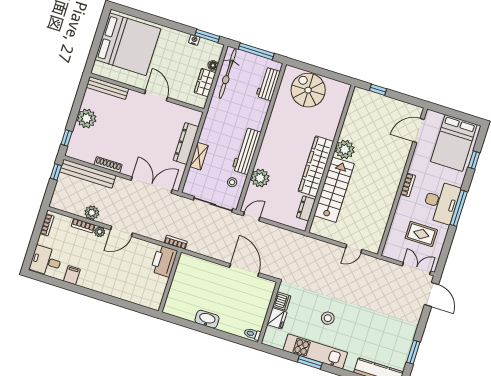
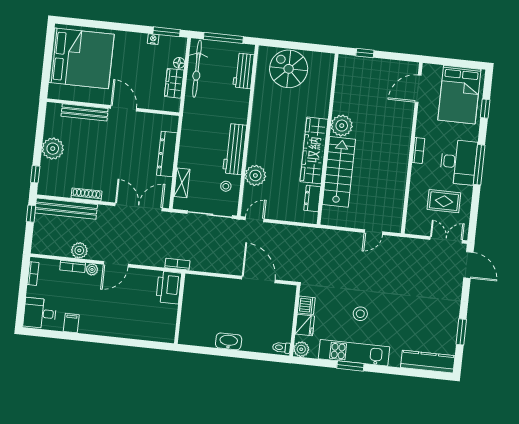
bench: (107, 88) -> (85, 112), moved
shelving: (199, 156) -> (182, 183), moved
plant: (270, 339) -> (301, 349), added

